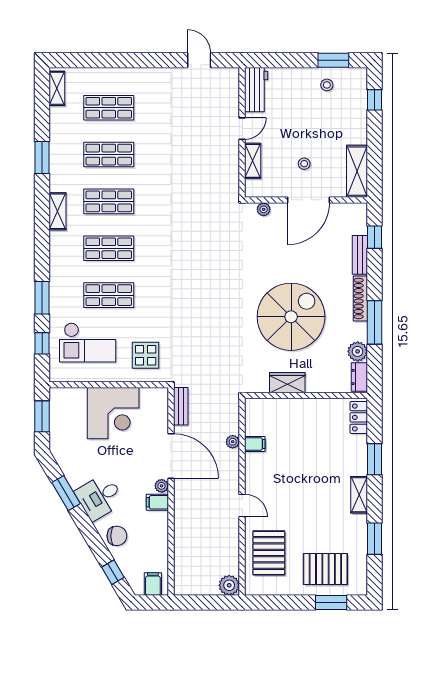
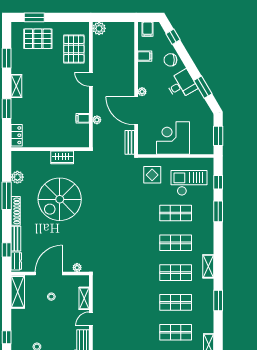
dresser: (359, 377) -> (16, 261), moved
filing cabinet: (157, 502) -> (145, 56), moved

